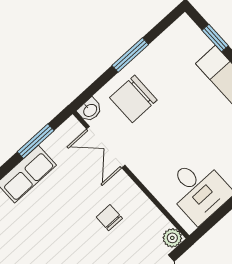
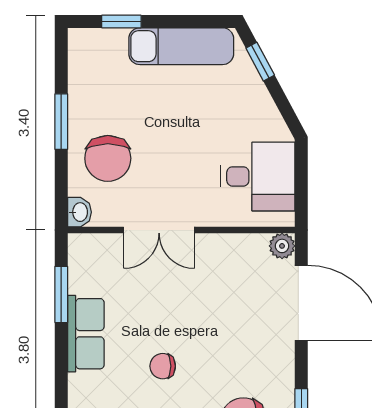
double door: (106, 147) -> (159, 230), moved
chair: (109, 218) -> (163, 366), moved

